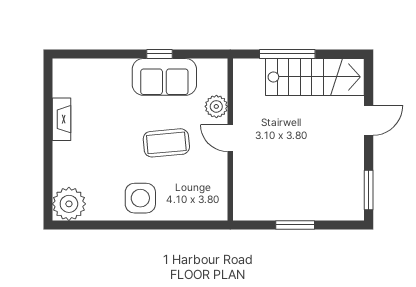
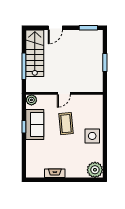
plant: (216, 106) -> (31, 100), moved
door: (369, 120) -> (55, 28), swing flipped

